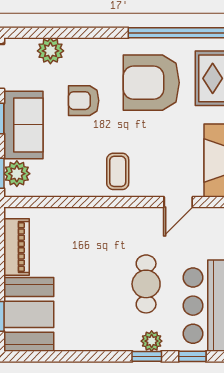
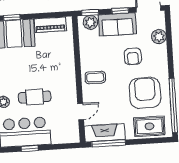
armchair: (84, 101) -> (133, 56), turned 180
door: (178, 202) -> (81, 112), swing flipped

